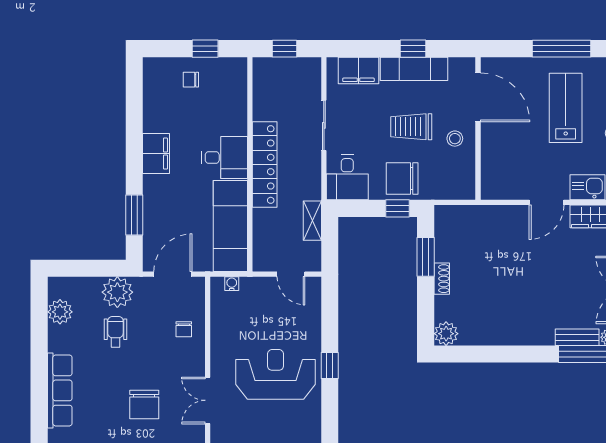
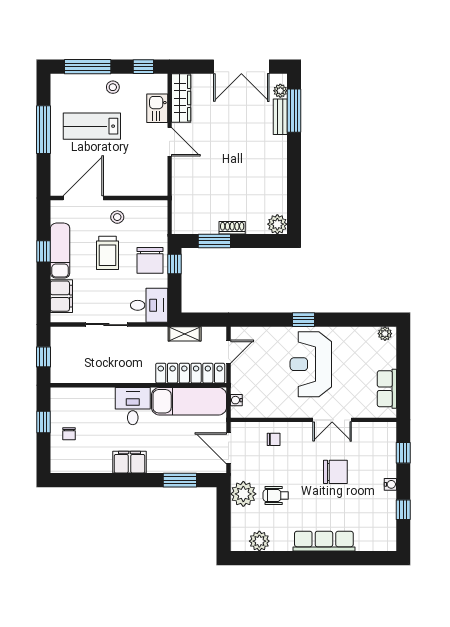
locker: (265, 165) -> (190, 373), moved

